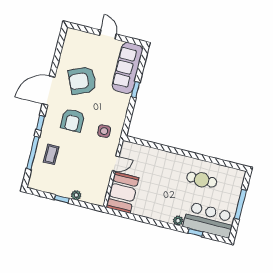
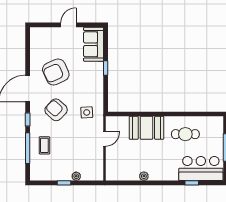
door: (108, 35) -> (68, 25), hinge flipped
sofa: (127, 68) -> (93, 44), width x0.73
armchair: (73, 120) -> (56, 110), turned 133
booth: (122, 193) -> (146, 128), moved, turned 90
plant: (178, 221) -> (144, 176), moved

